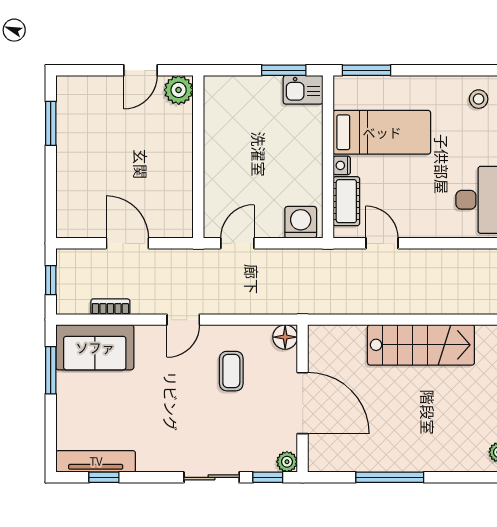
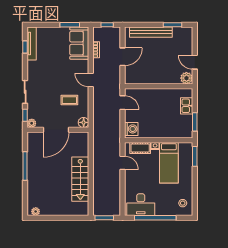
kitchen sink: (303, 90) -> (187, 106), moved
bench: (68, 175) -> (151, 32), added
door: (382, 243) -> (123, 163), hinge flipped

